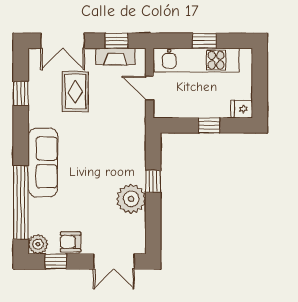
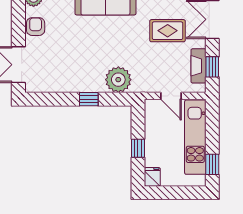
window: (204, 41) -> (212, 164), moved
door: (149, 88) -> (171, 96), swing flipped
plant: (131, 199) -> (118, 80), moved
window: (56, 261) -> (18, 14), removed

